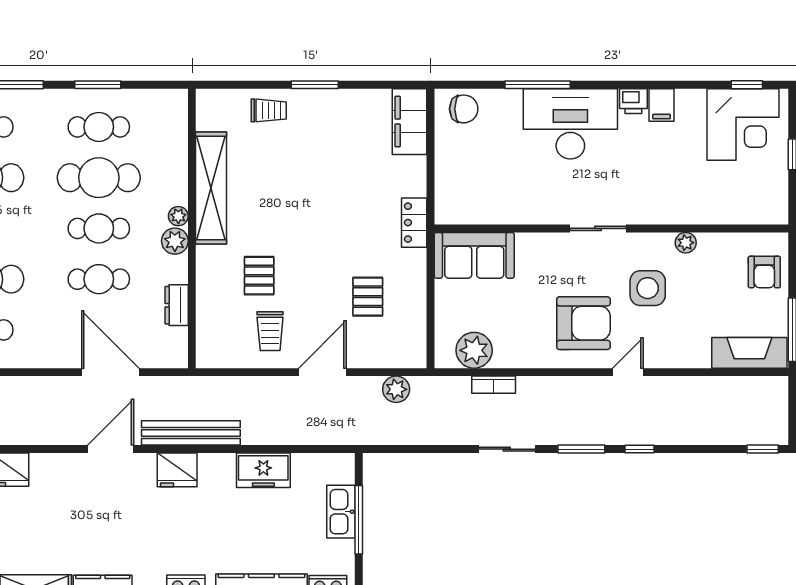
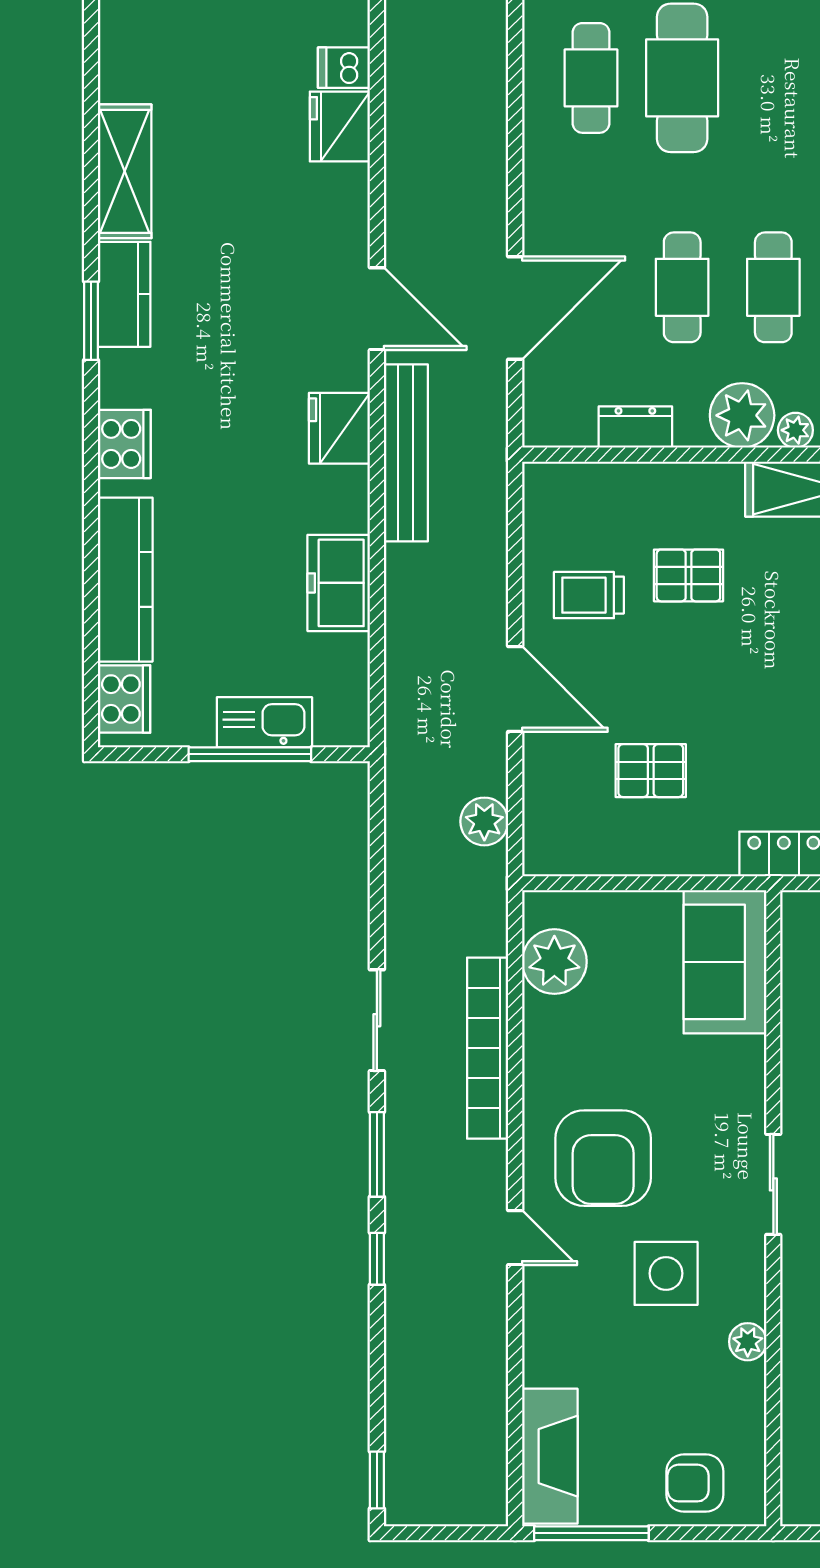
plant: (175, 241) -> (742, 415), width x1.36, depth x1.36
bookcase: (494, 385) -> (488, 1048), width x2.31, depth x1.31

